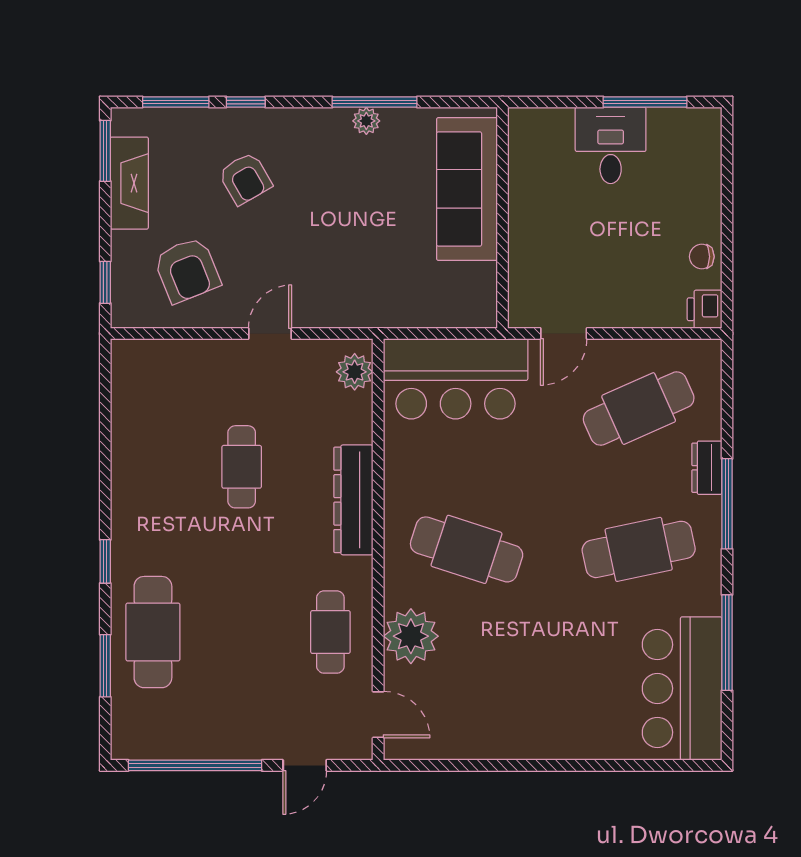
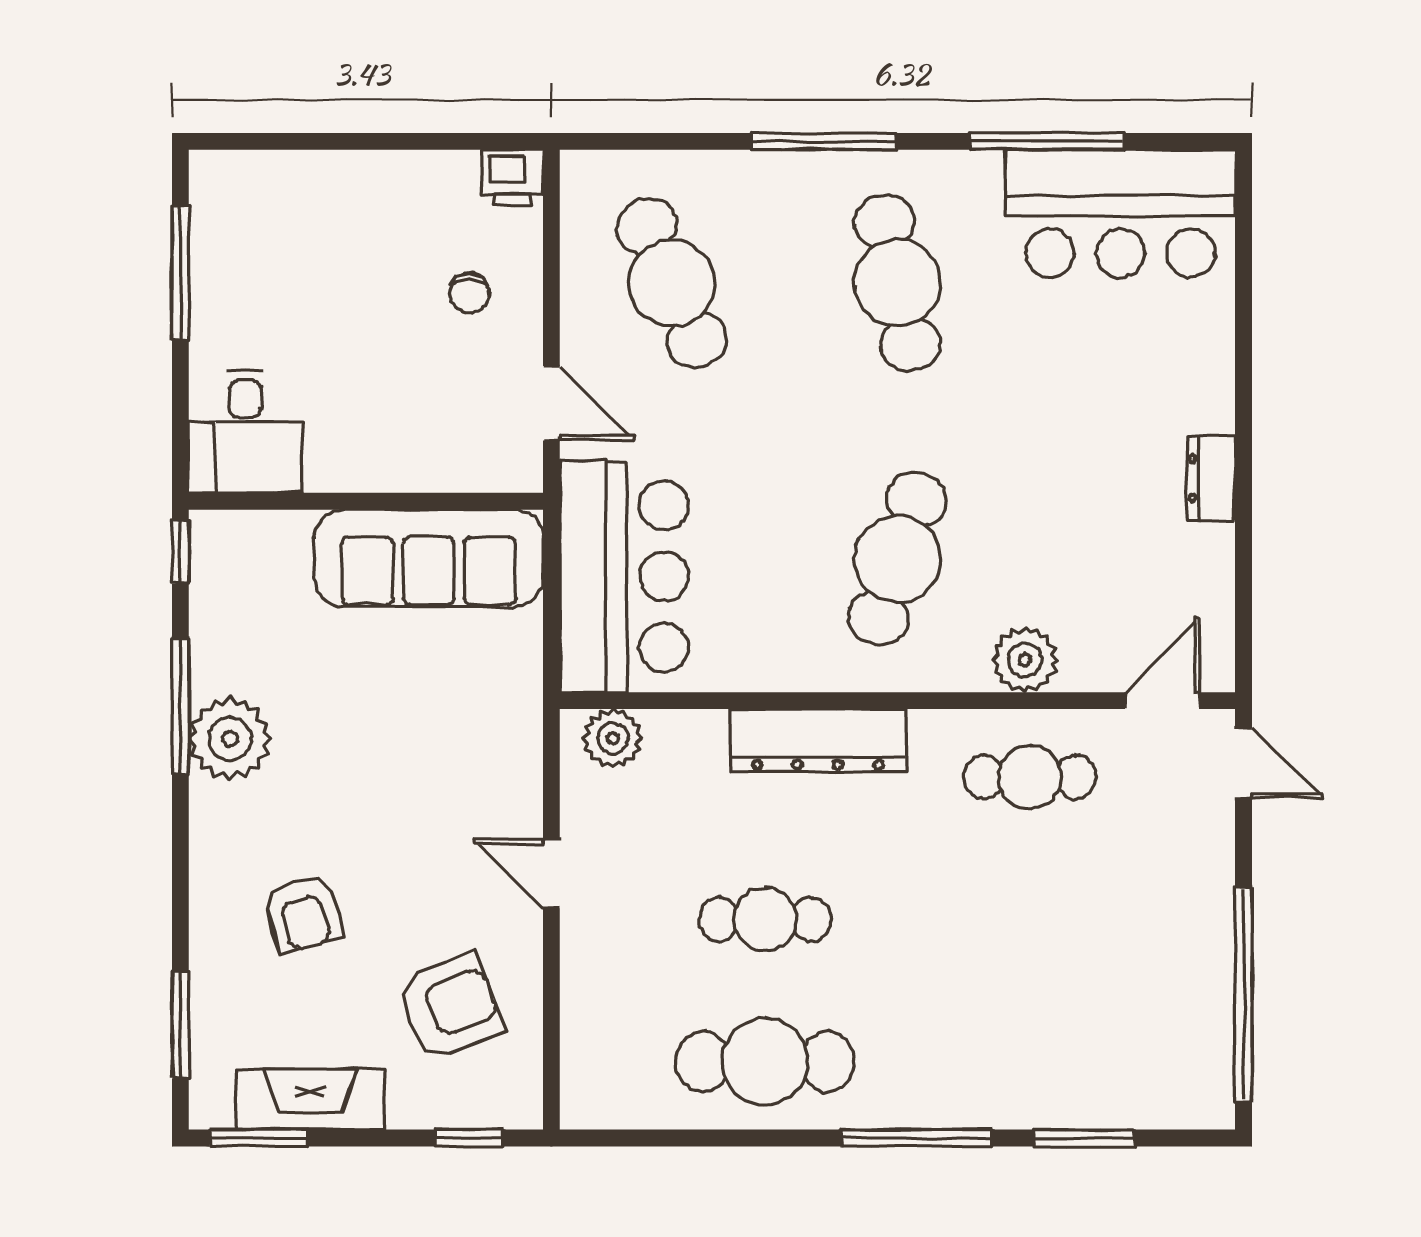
window: (246, 102) -> (180, 552), moved
plant: (366, 121) -> (230, 739), width x1.87, depth x1.87
desk: (611, 145) -> (245, 432), moved, turned -90
armchair: (245, 179) -> (303, 914), turned 104
sofa: (467, 189) -> (429, 558), moved
chair: (702, 257) -> (470, 293), moved
dresser: (707, 468) -> (1211, 478), moved, turned 90
window: (105, 561) -> (917, 1138), width x2.17
cafe table: (153, 632) -> (765, 1062), moved
plant: (411, 636) -> (1025, 660), width x0.73, depth x0.73
door: (305, 765) -> (1244, 763), moved

